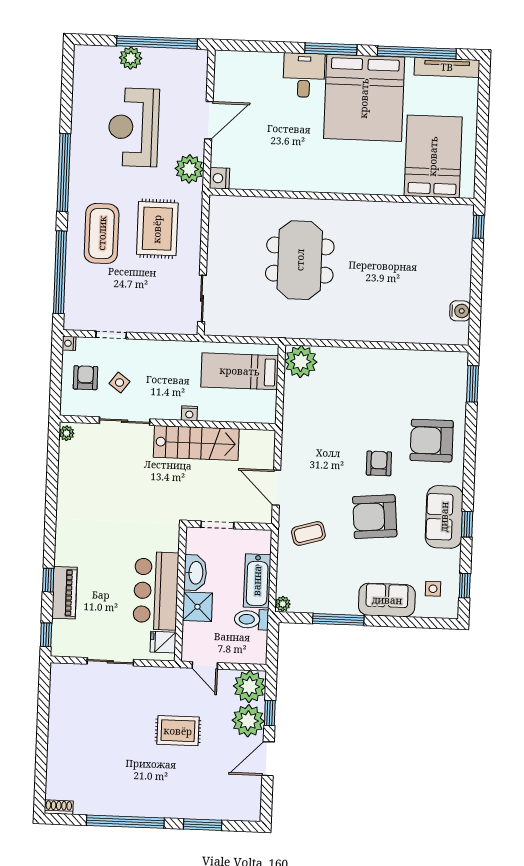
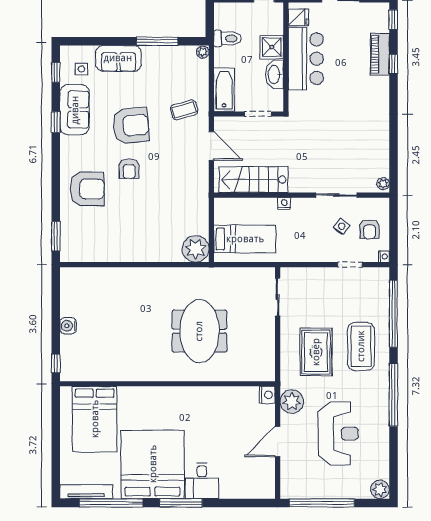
plant: (131, 58) -> (380, 489), moved
water cooler: (460, 311) -> (68, 326), moved
stairs: (196, 443) -> (253, 180), moved
sofa: (444, 517) -> (75, 110), moved
bathtub: (257, 581) -> (224, 90), moved

